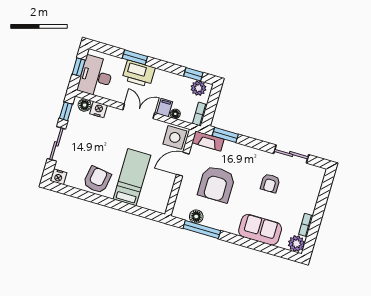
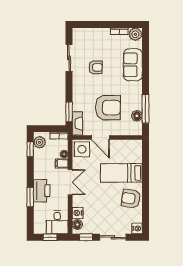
desk: (96, 76) -> (57, 222), width x0.73
double door: (139, 111) -> (70, 182), swing flipped

